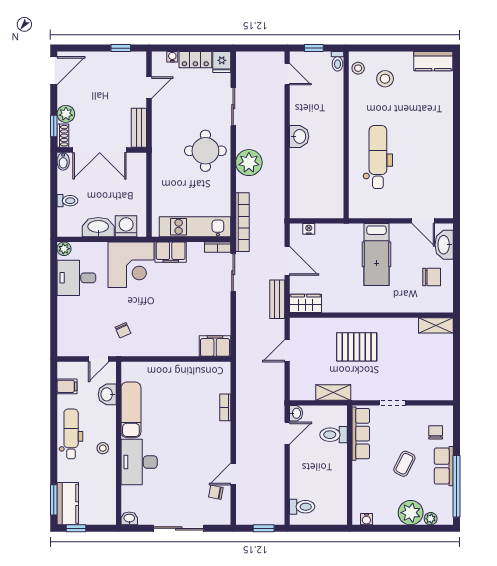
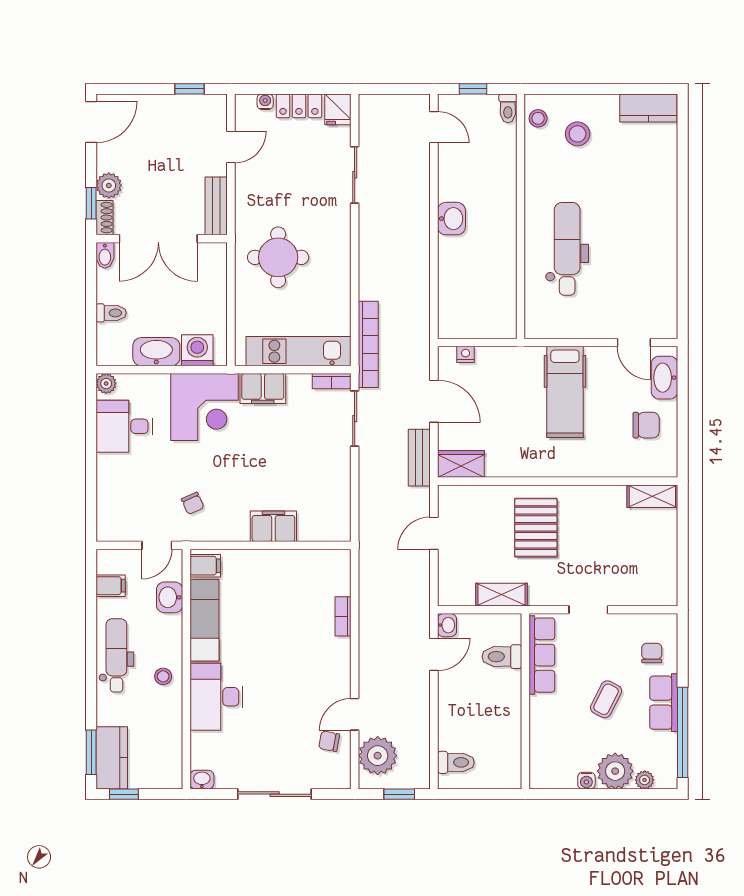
round table: (205, 151) -> (278, 257), moved
plant: (249, 163) -> (378, 756), moved
filing cabinet: (215, 346) -> (273, 526), moved
pallet: (357, 347) -> (536, 528), turned 90
filing cabinet: (131, 373) -> (205, 566), added
water cooler: (366, 519) -> (586, 781), moved

